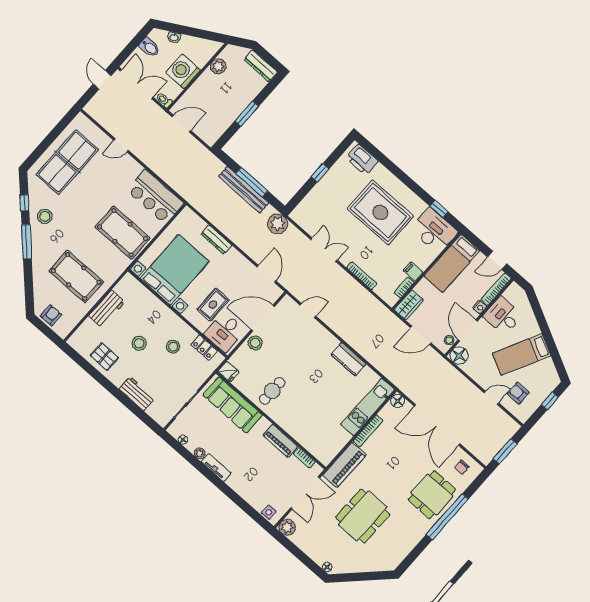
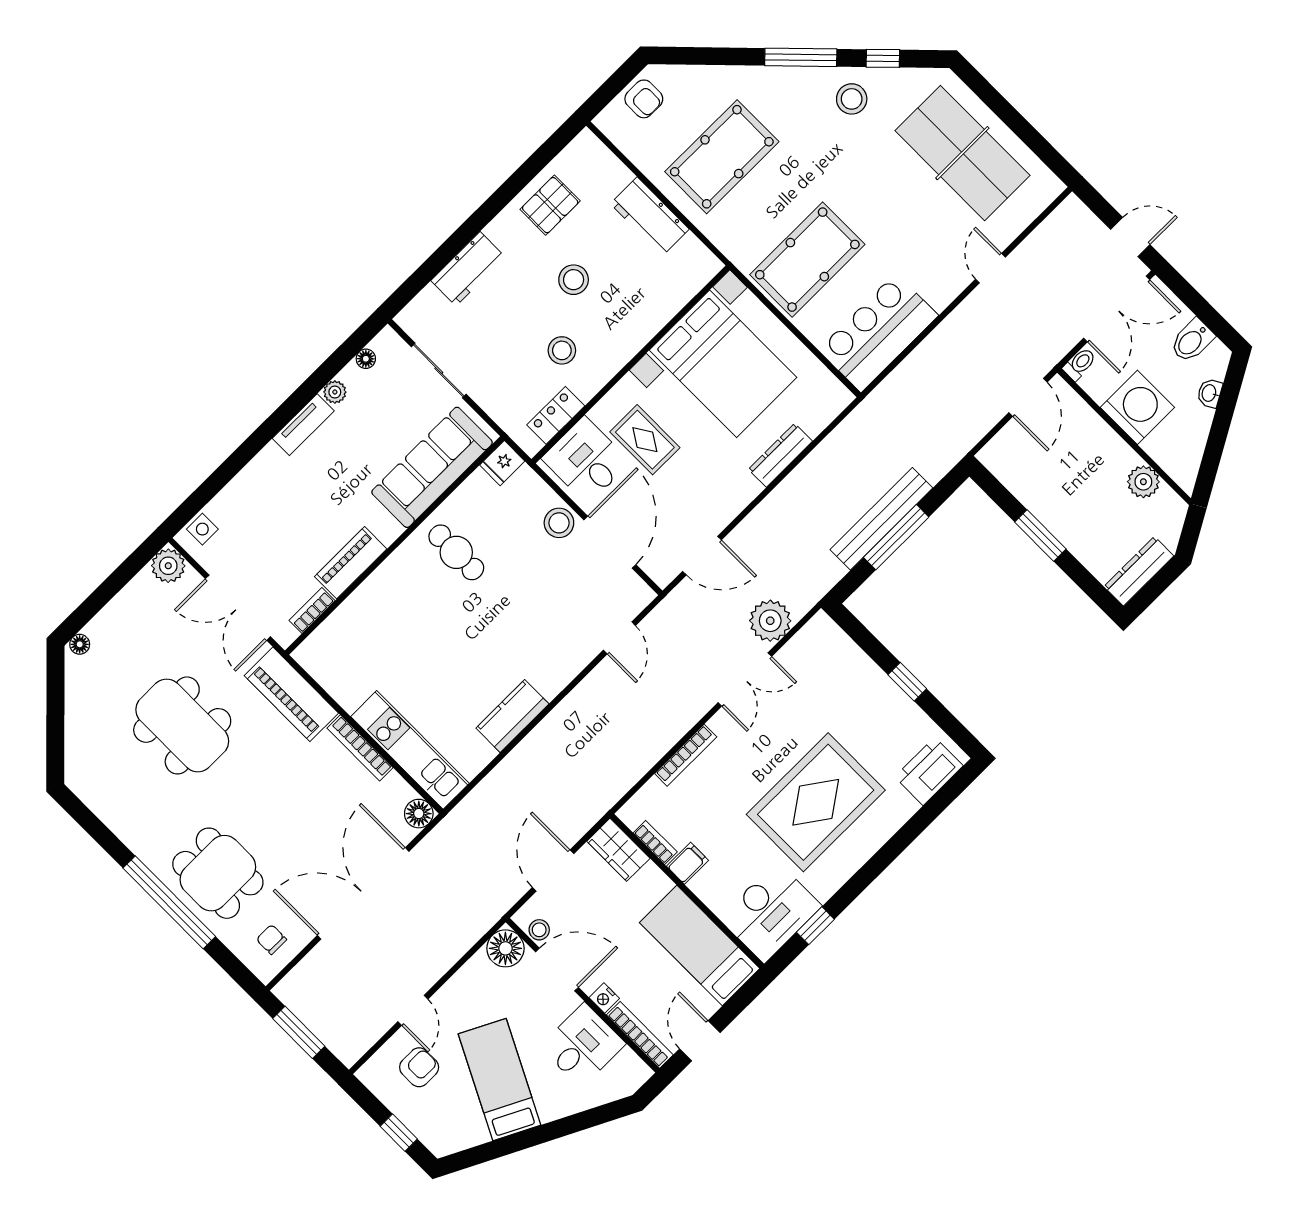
plant: (278, 224) -> (770, 621), moved

